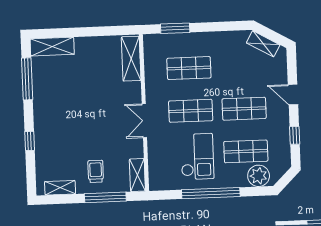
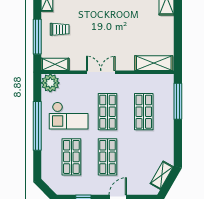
window: (175, 28) -> (178, 101), width x1.44
plant: (259, 176) -> (50, 83), moved

